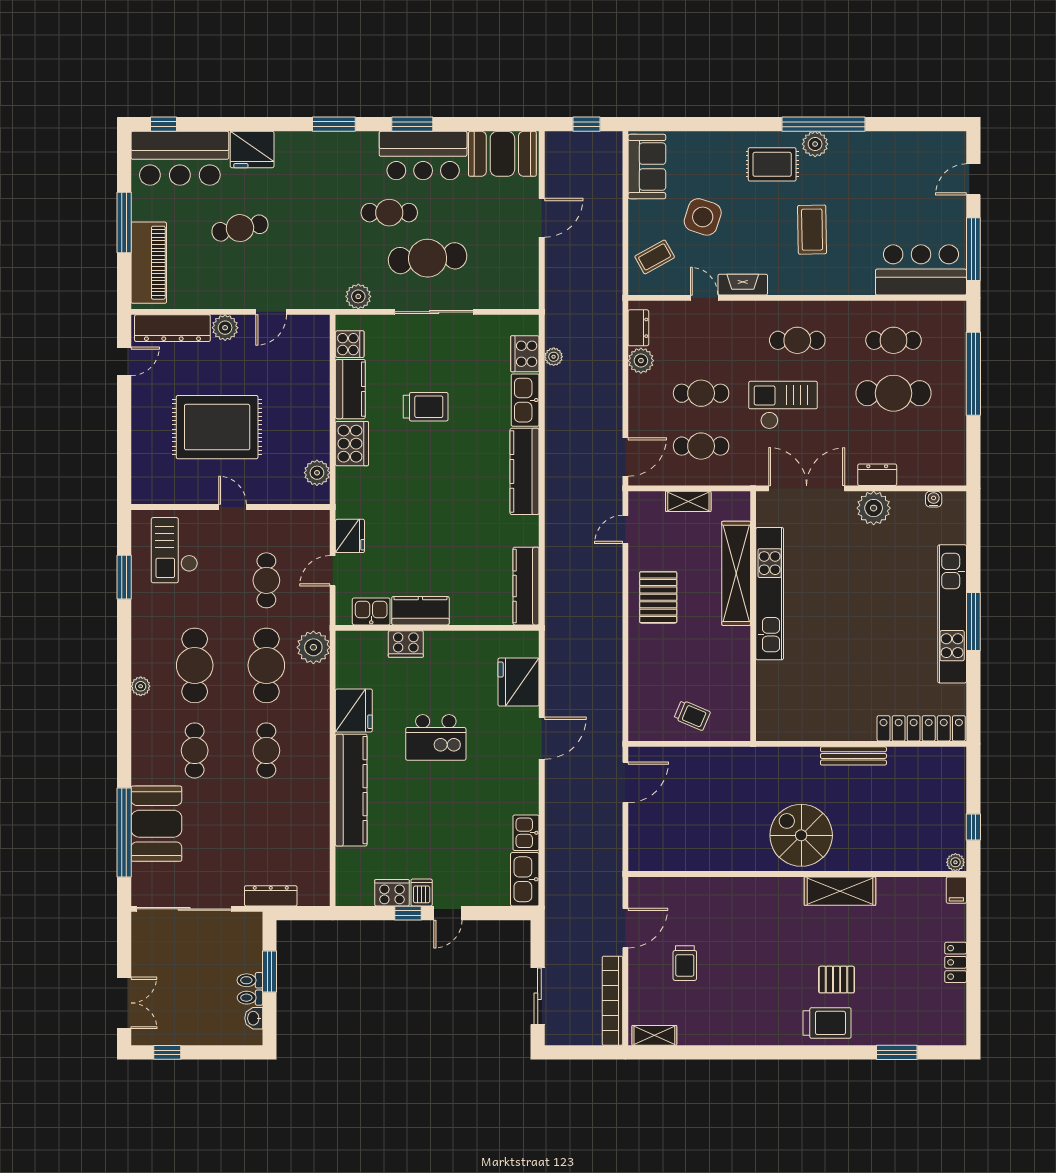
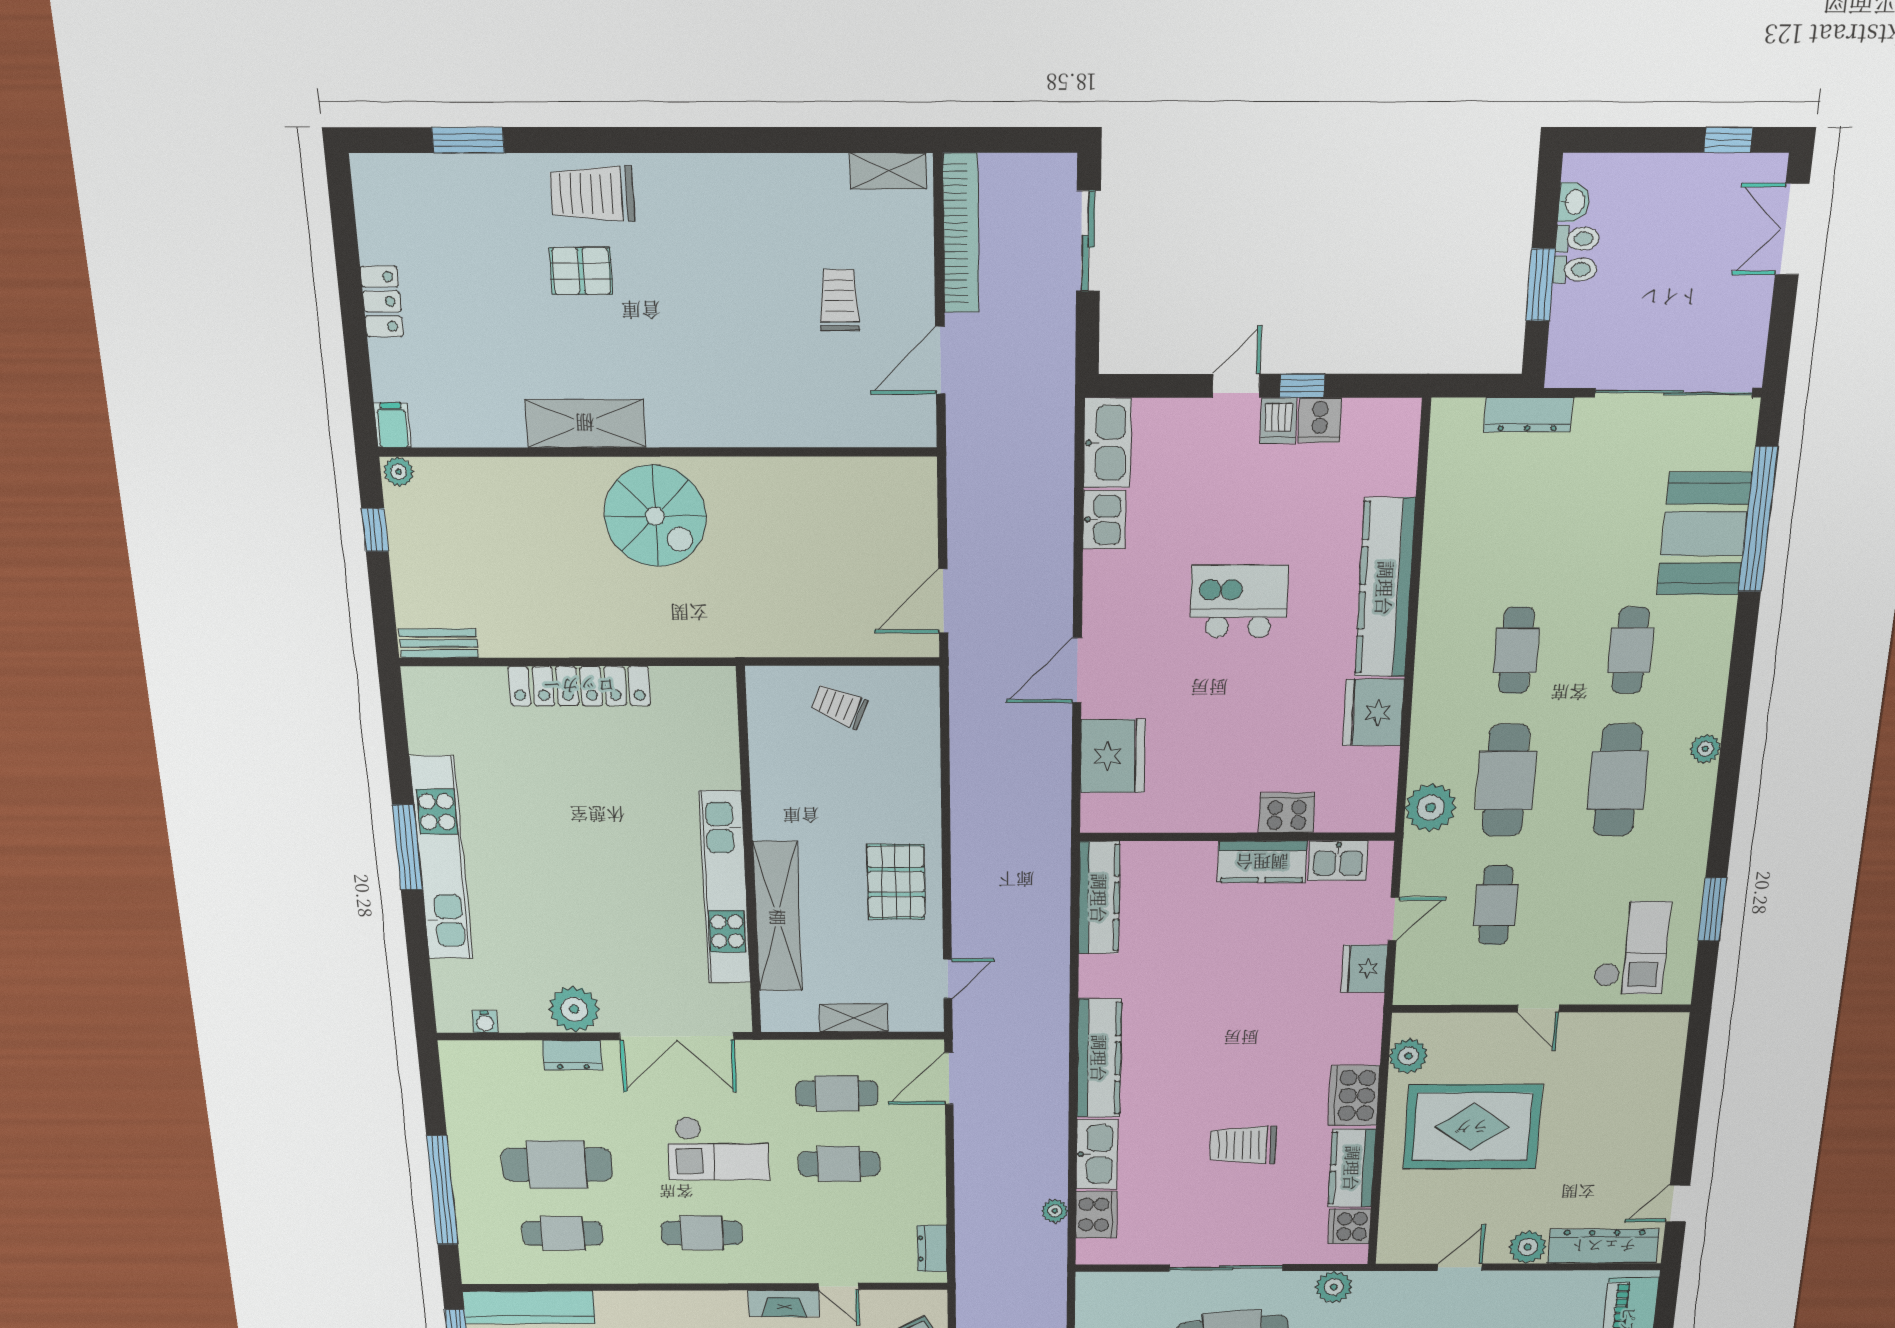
plant: (641, 361) -> (928, 1206), removed
rug: (217, 427) -> (1472, 1127), moved
locker: (921, 728) -> (579, 686), moved
kitchen island: (436, 737) -> (1239, 601), moved
bench: (853, 756) -> (439, 643), moved, width x0.73
cooker: (392, 893) -> (1320, 420), width x0.73

